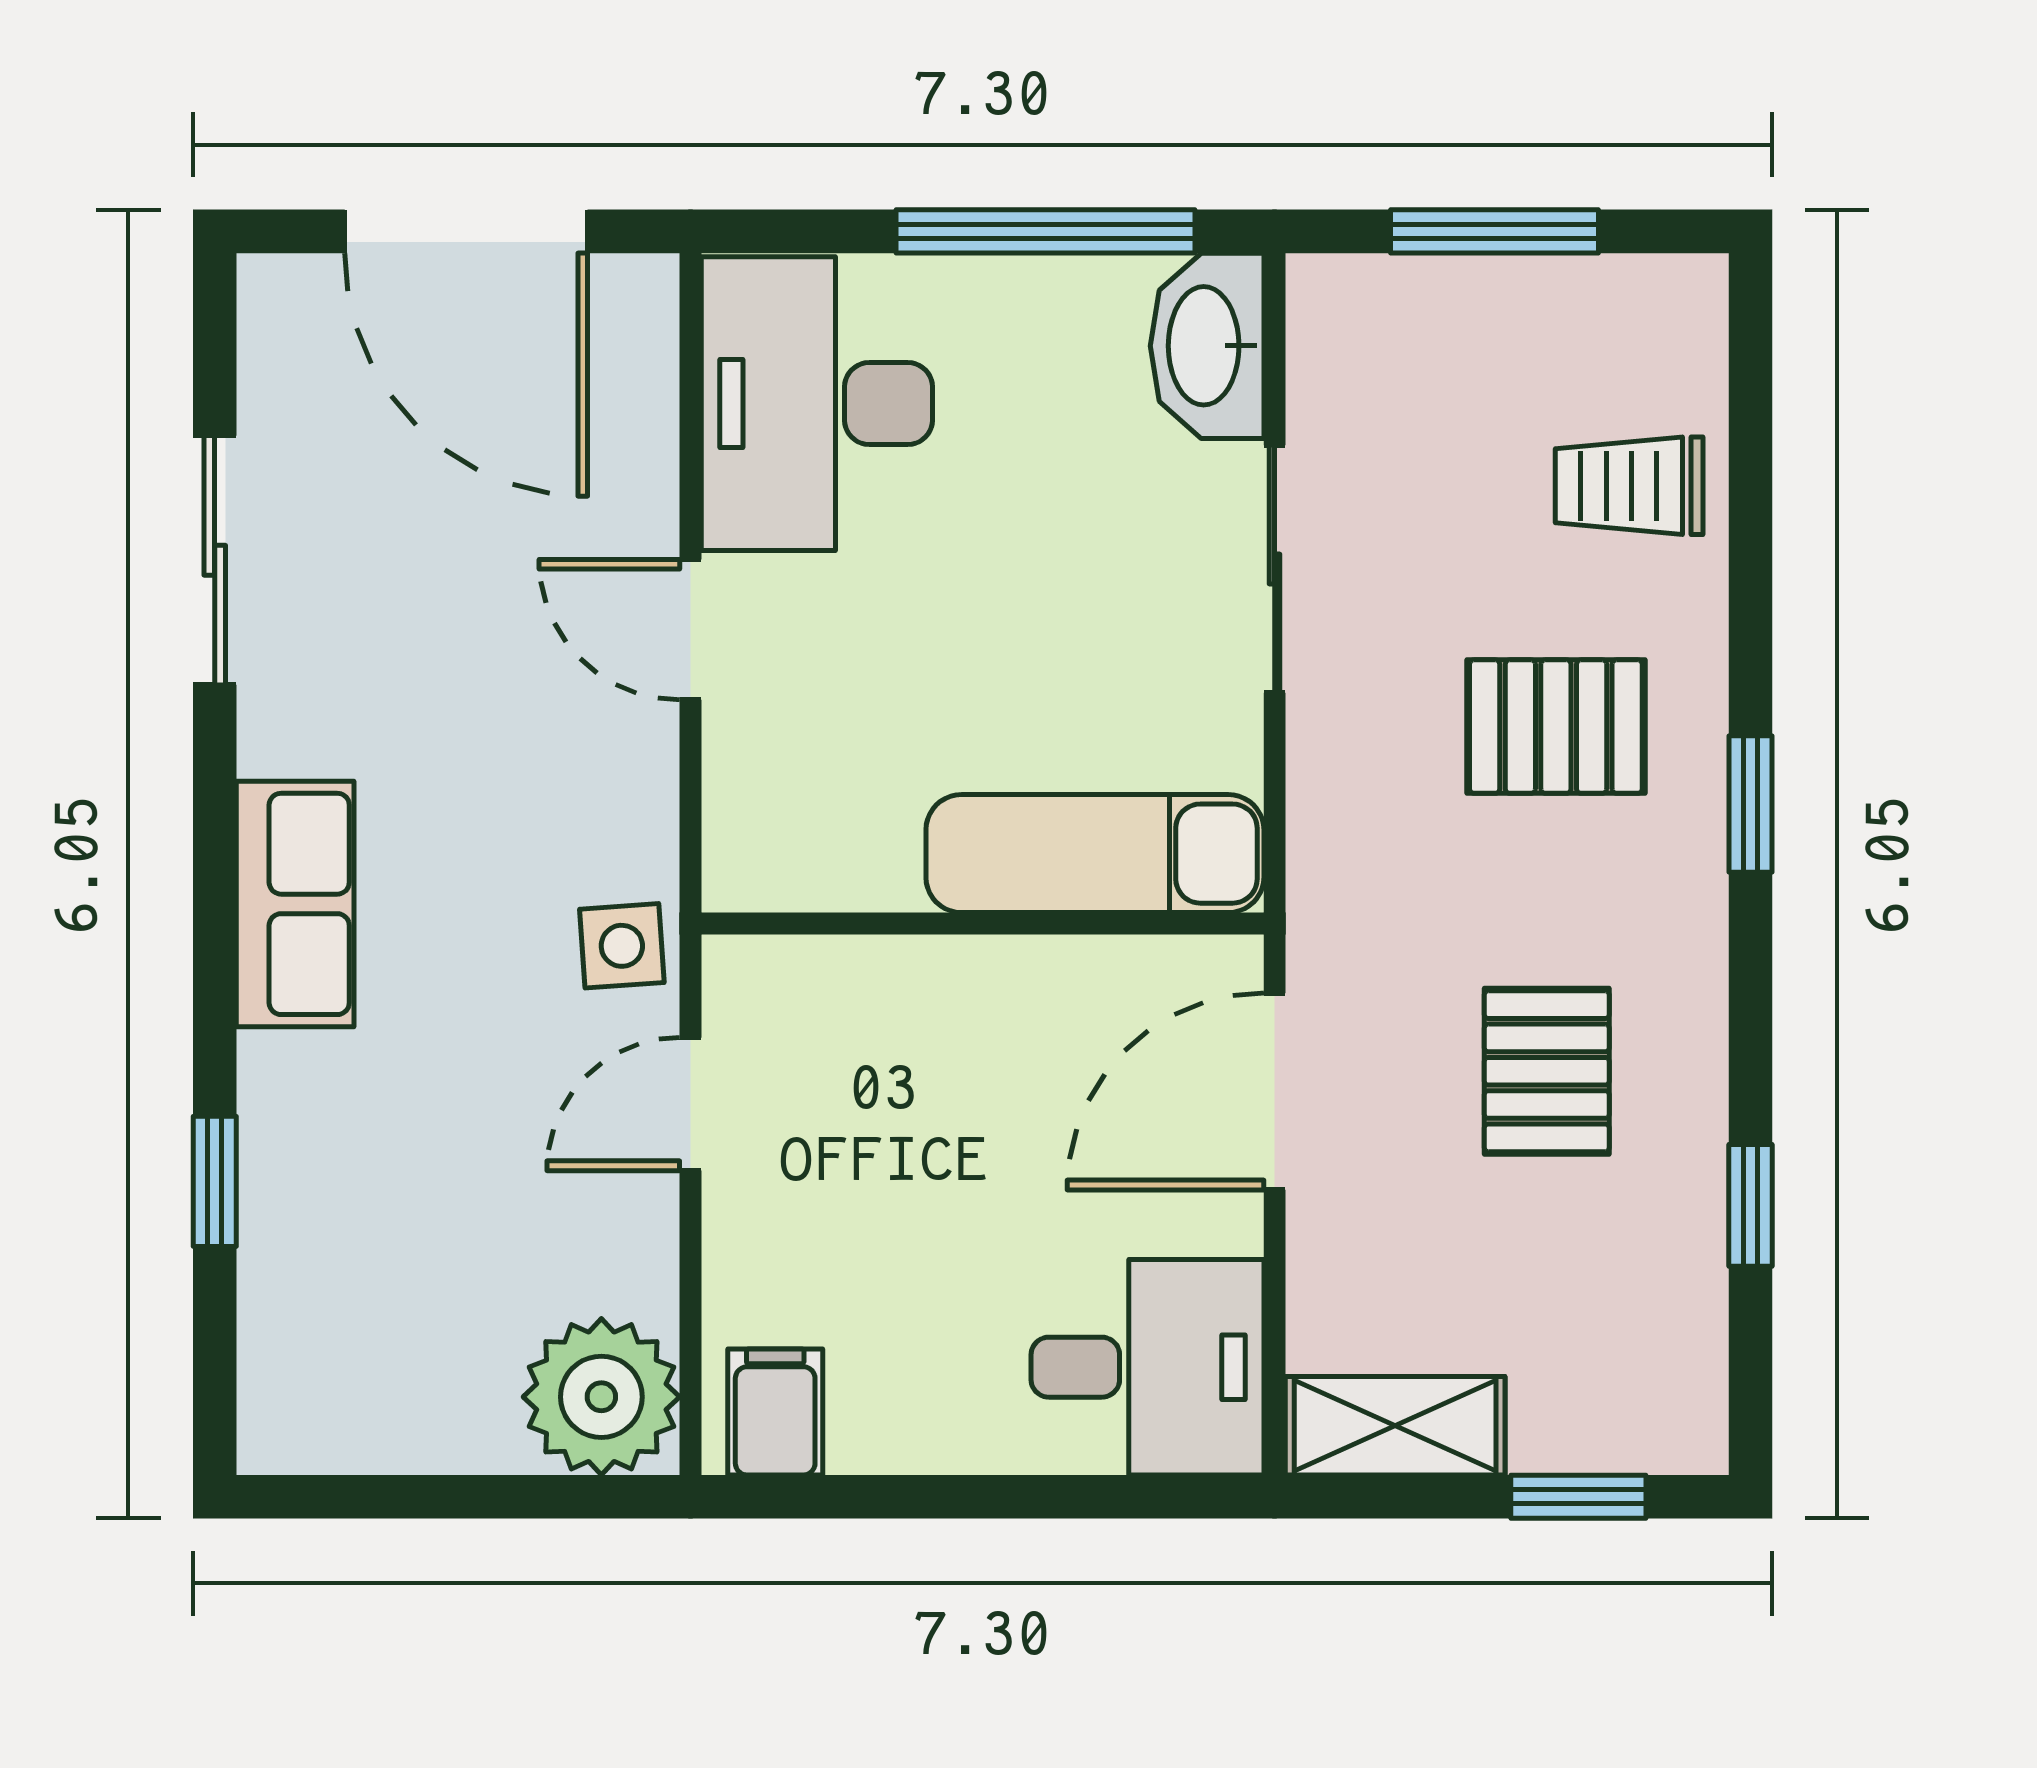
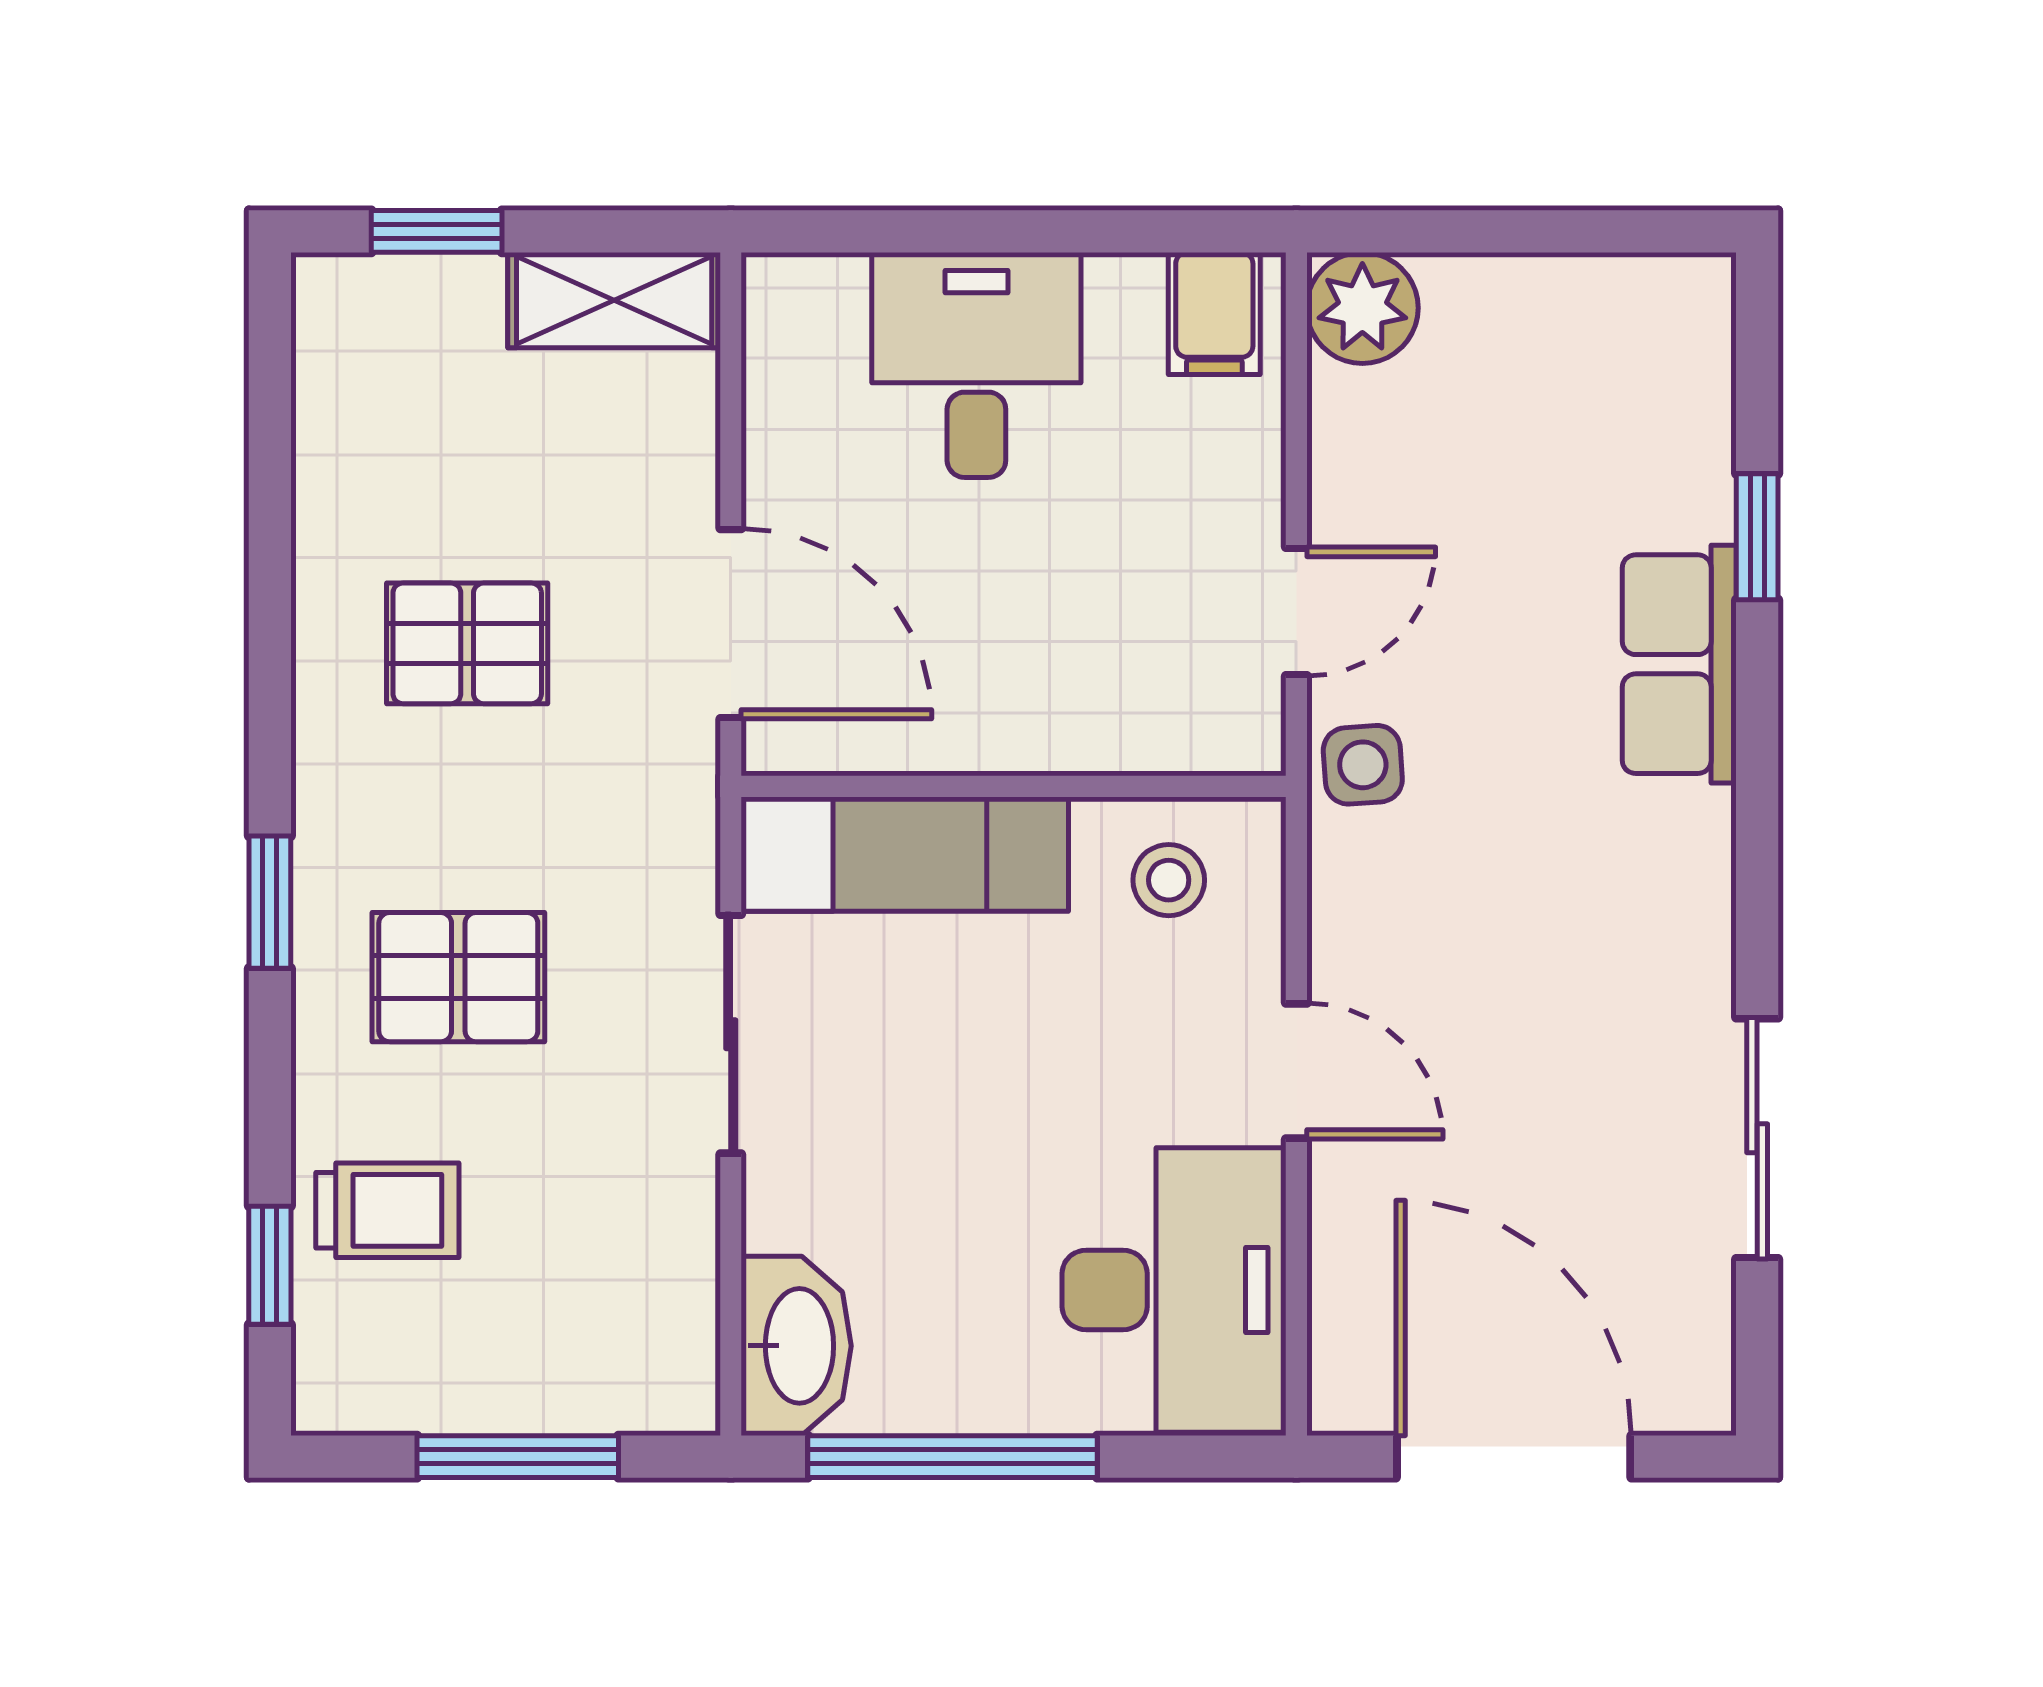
sliding door: (1275, 569) -> (731, 1034), moved
stool: (822, 827) -> (1169, 880), added
row of seats: (295, 904) -> (1679, 664), moved
pallet: (1547, 1071) -> (467, 643), turned 90
door: (1275, 1092) -> (731, 624), hinge flipped
window: (1750, 1205) -> (270, 1265), moved
desk: (1147, 1367) -> (976, 365), moved, turned 90
plant: (601, 1397) -> (1362, 308), width x0.73, depth x0.73

